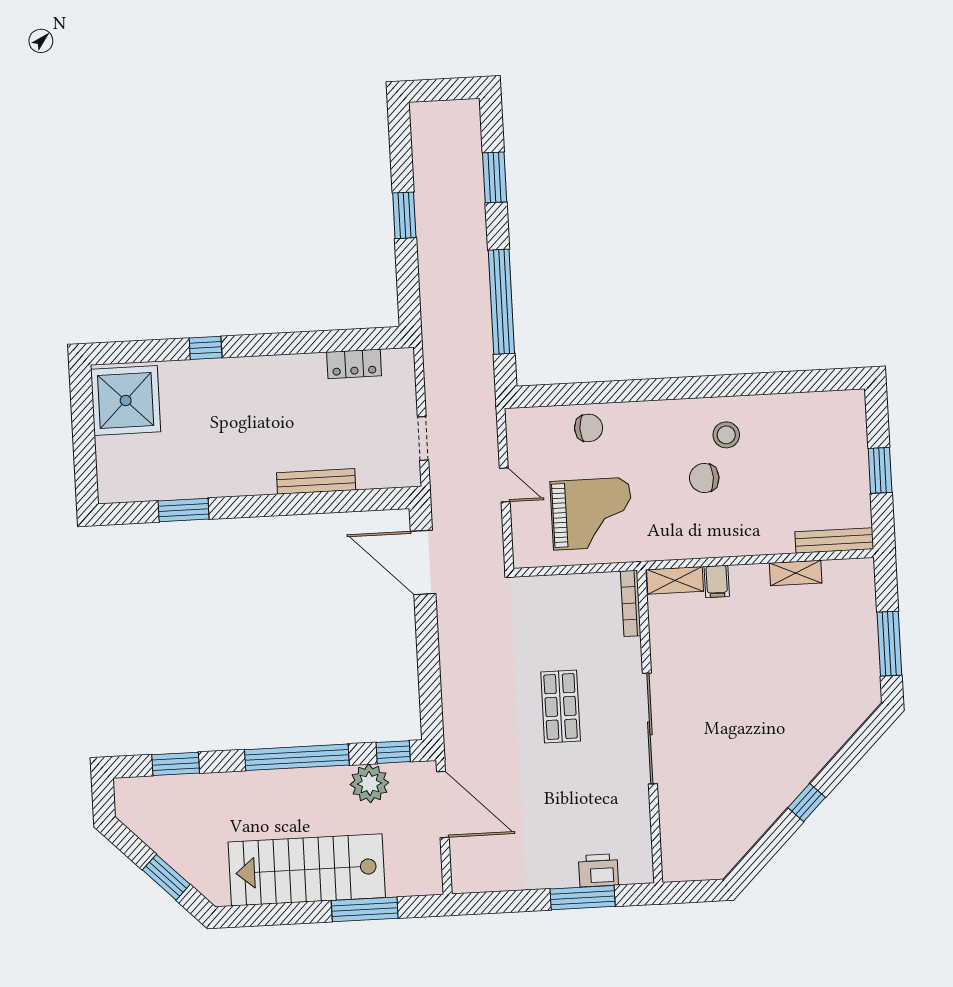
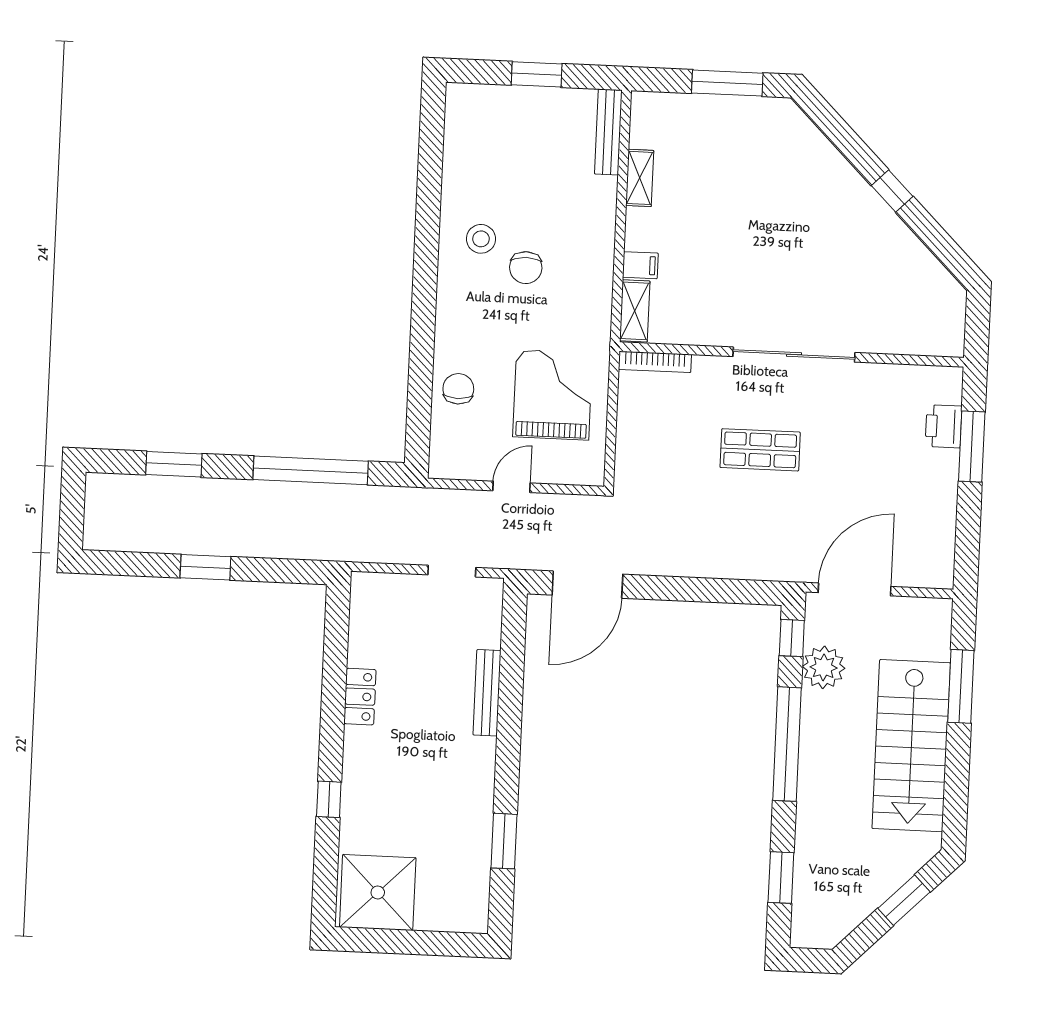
locker: (354, 364) -> (360, 697), moved

